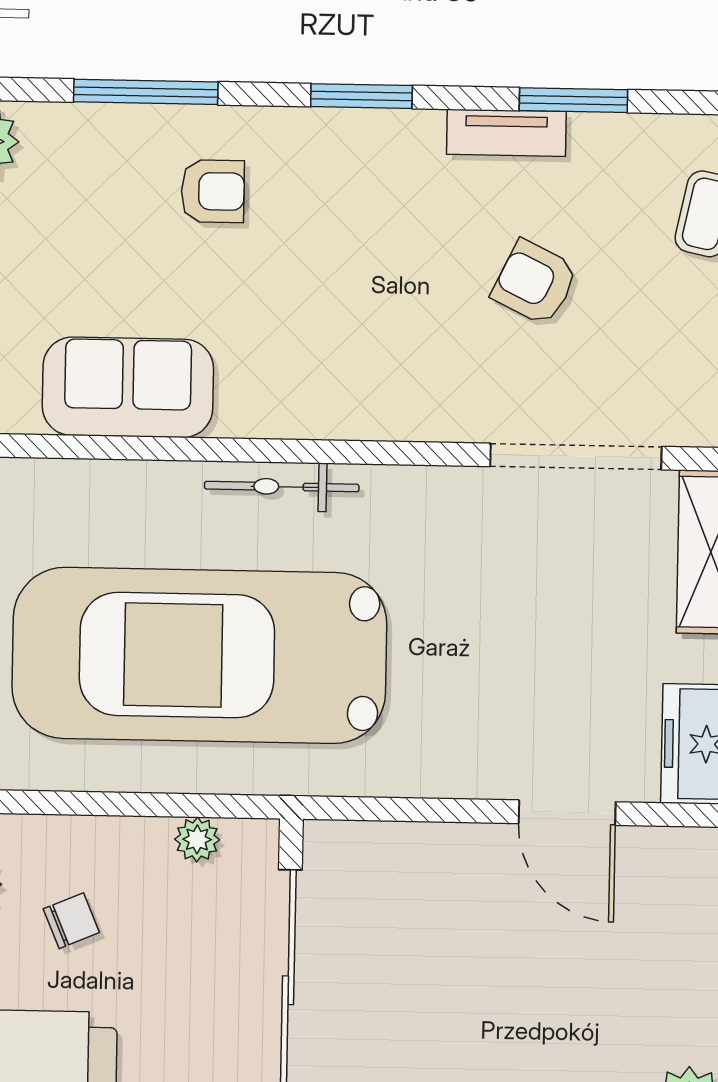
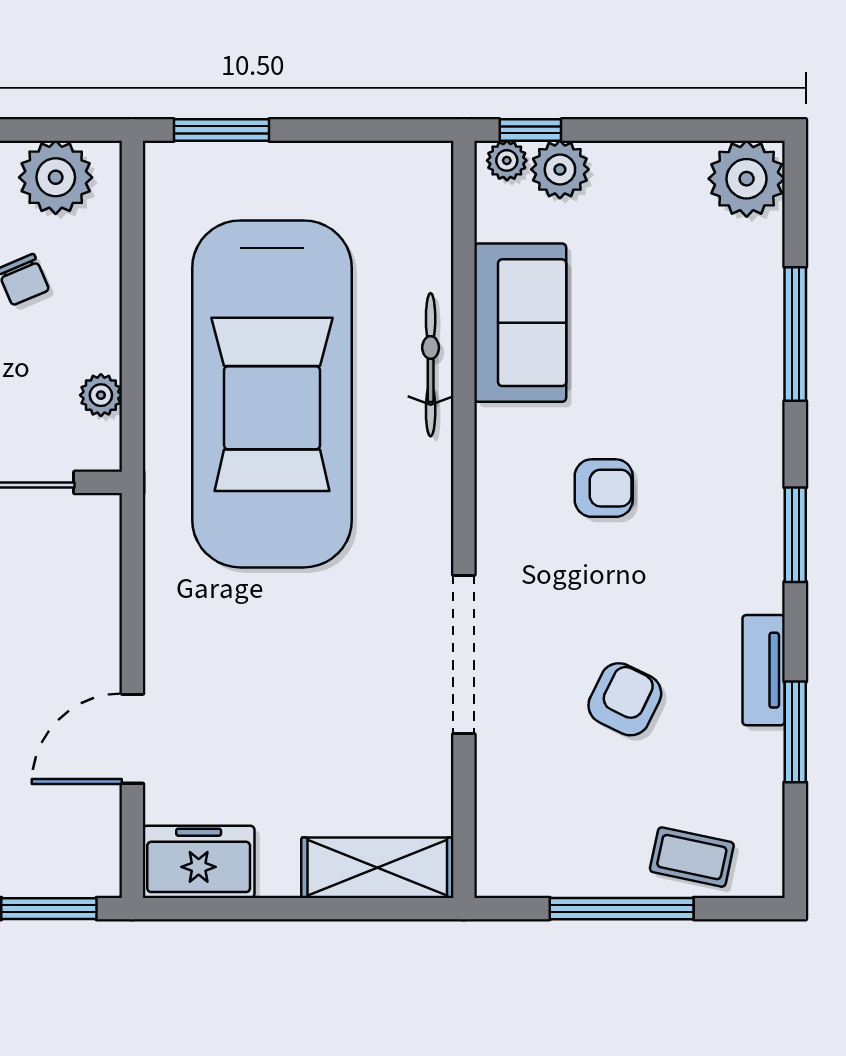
armchair: (213, 191) -> (604, 488), moved, turned -90
doorway: (576, 456) -> (464, 654), moved
bicycle: (282, 487) -> (431, 365), moved
car: (199, 655) -> (272, 394), turned 180

